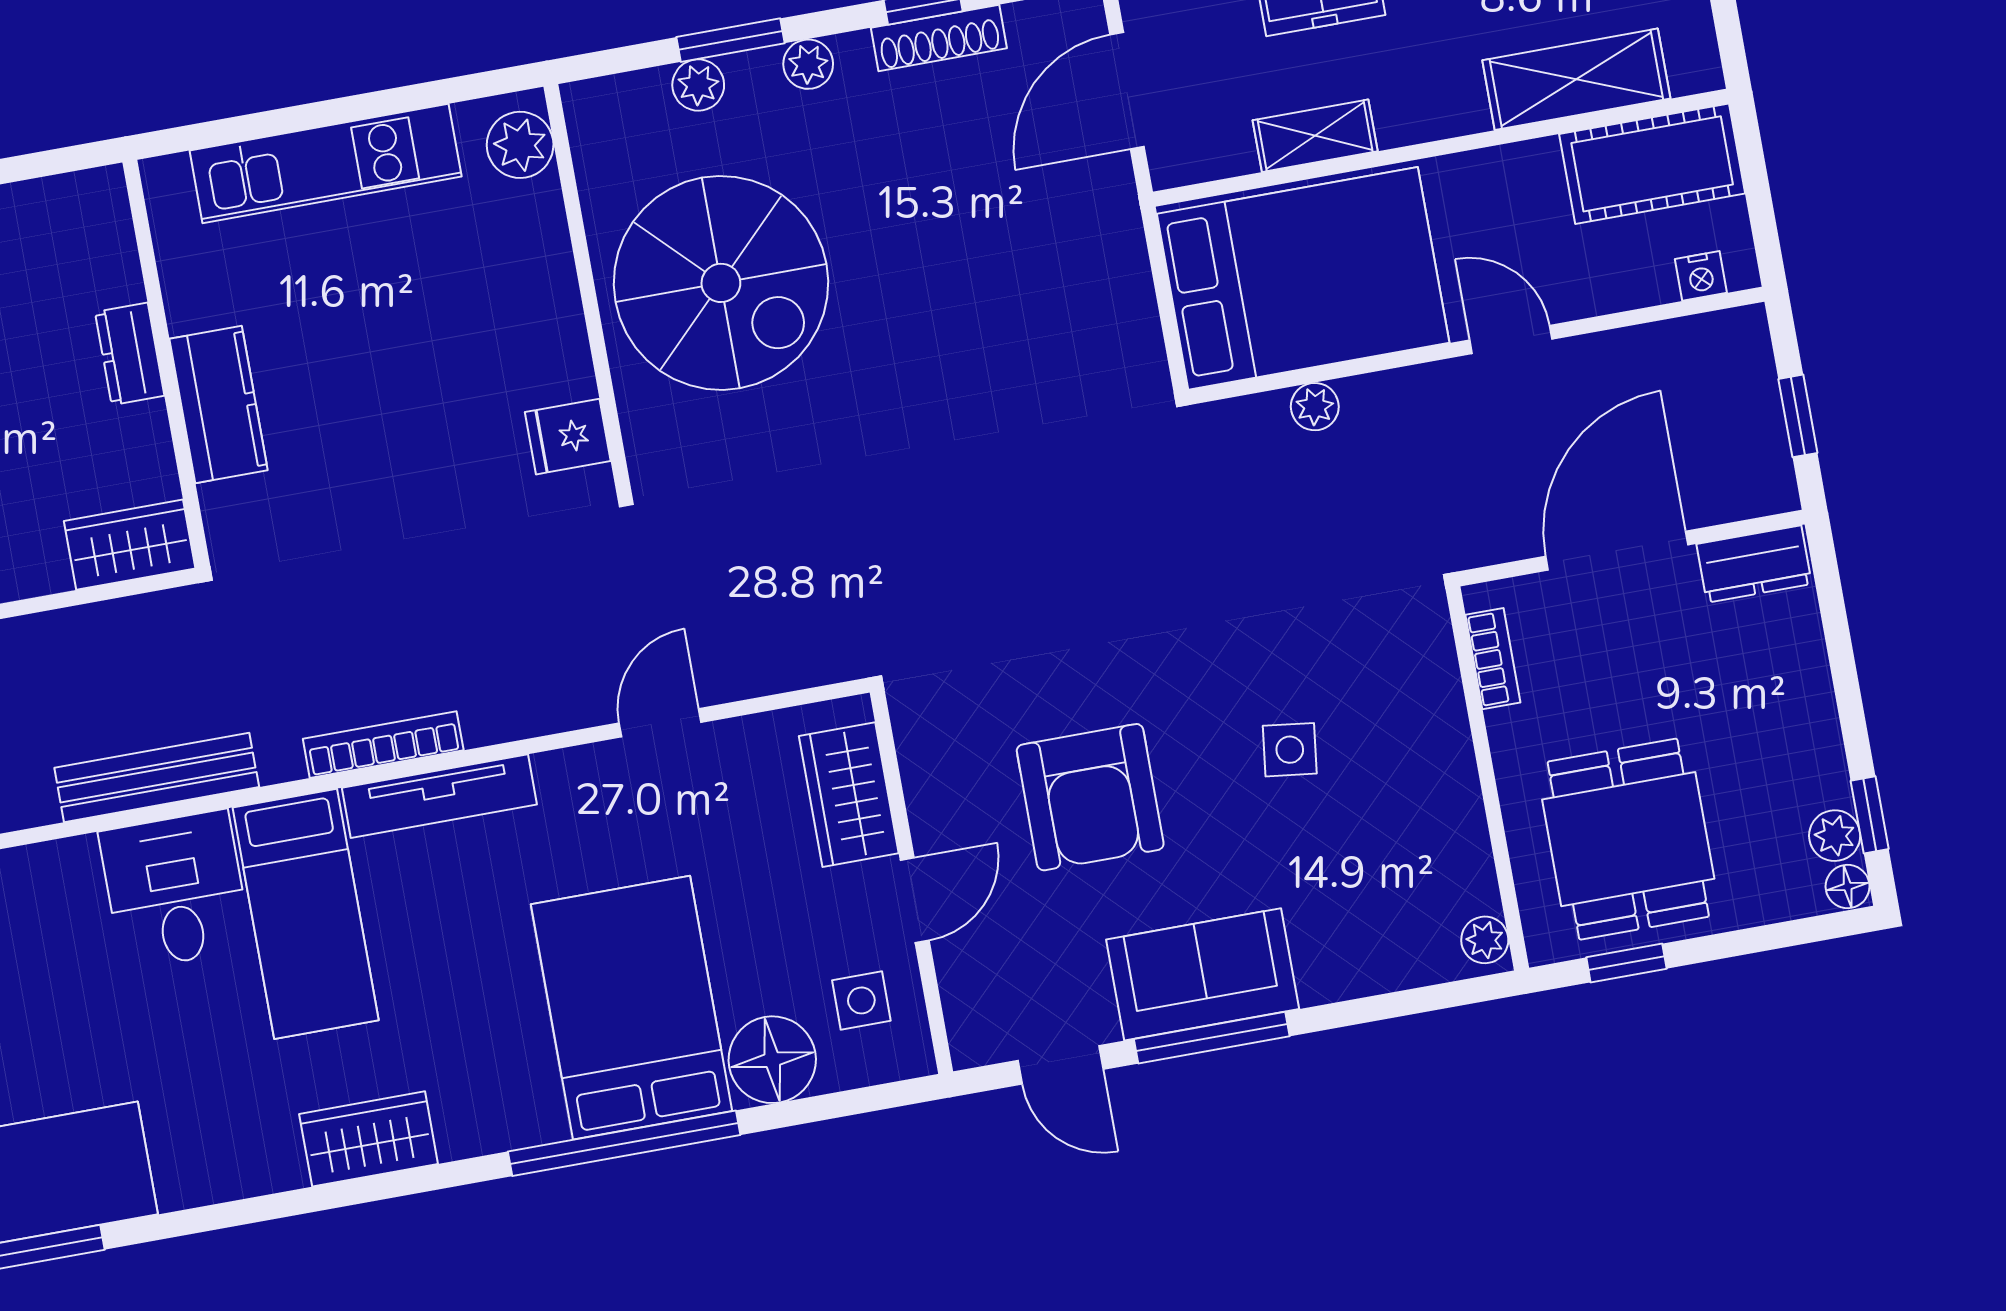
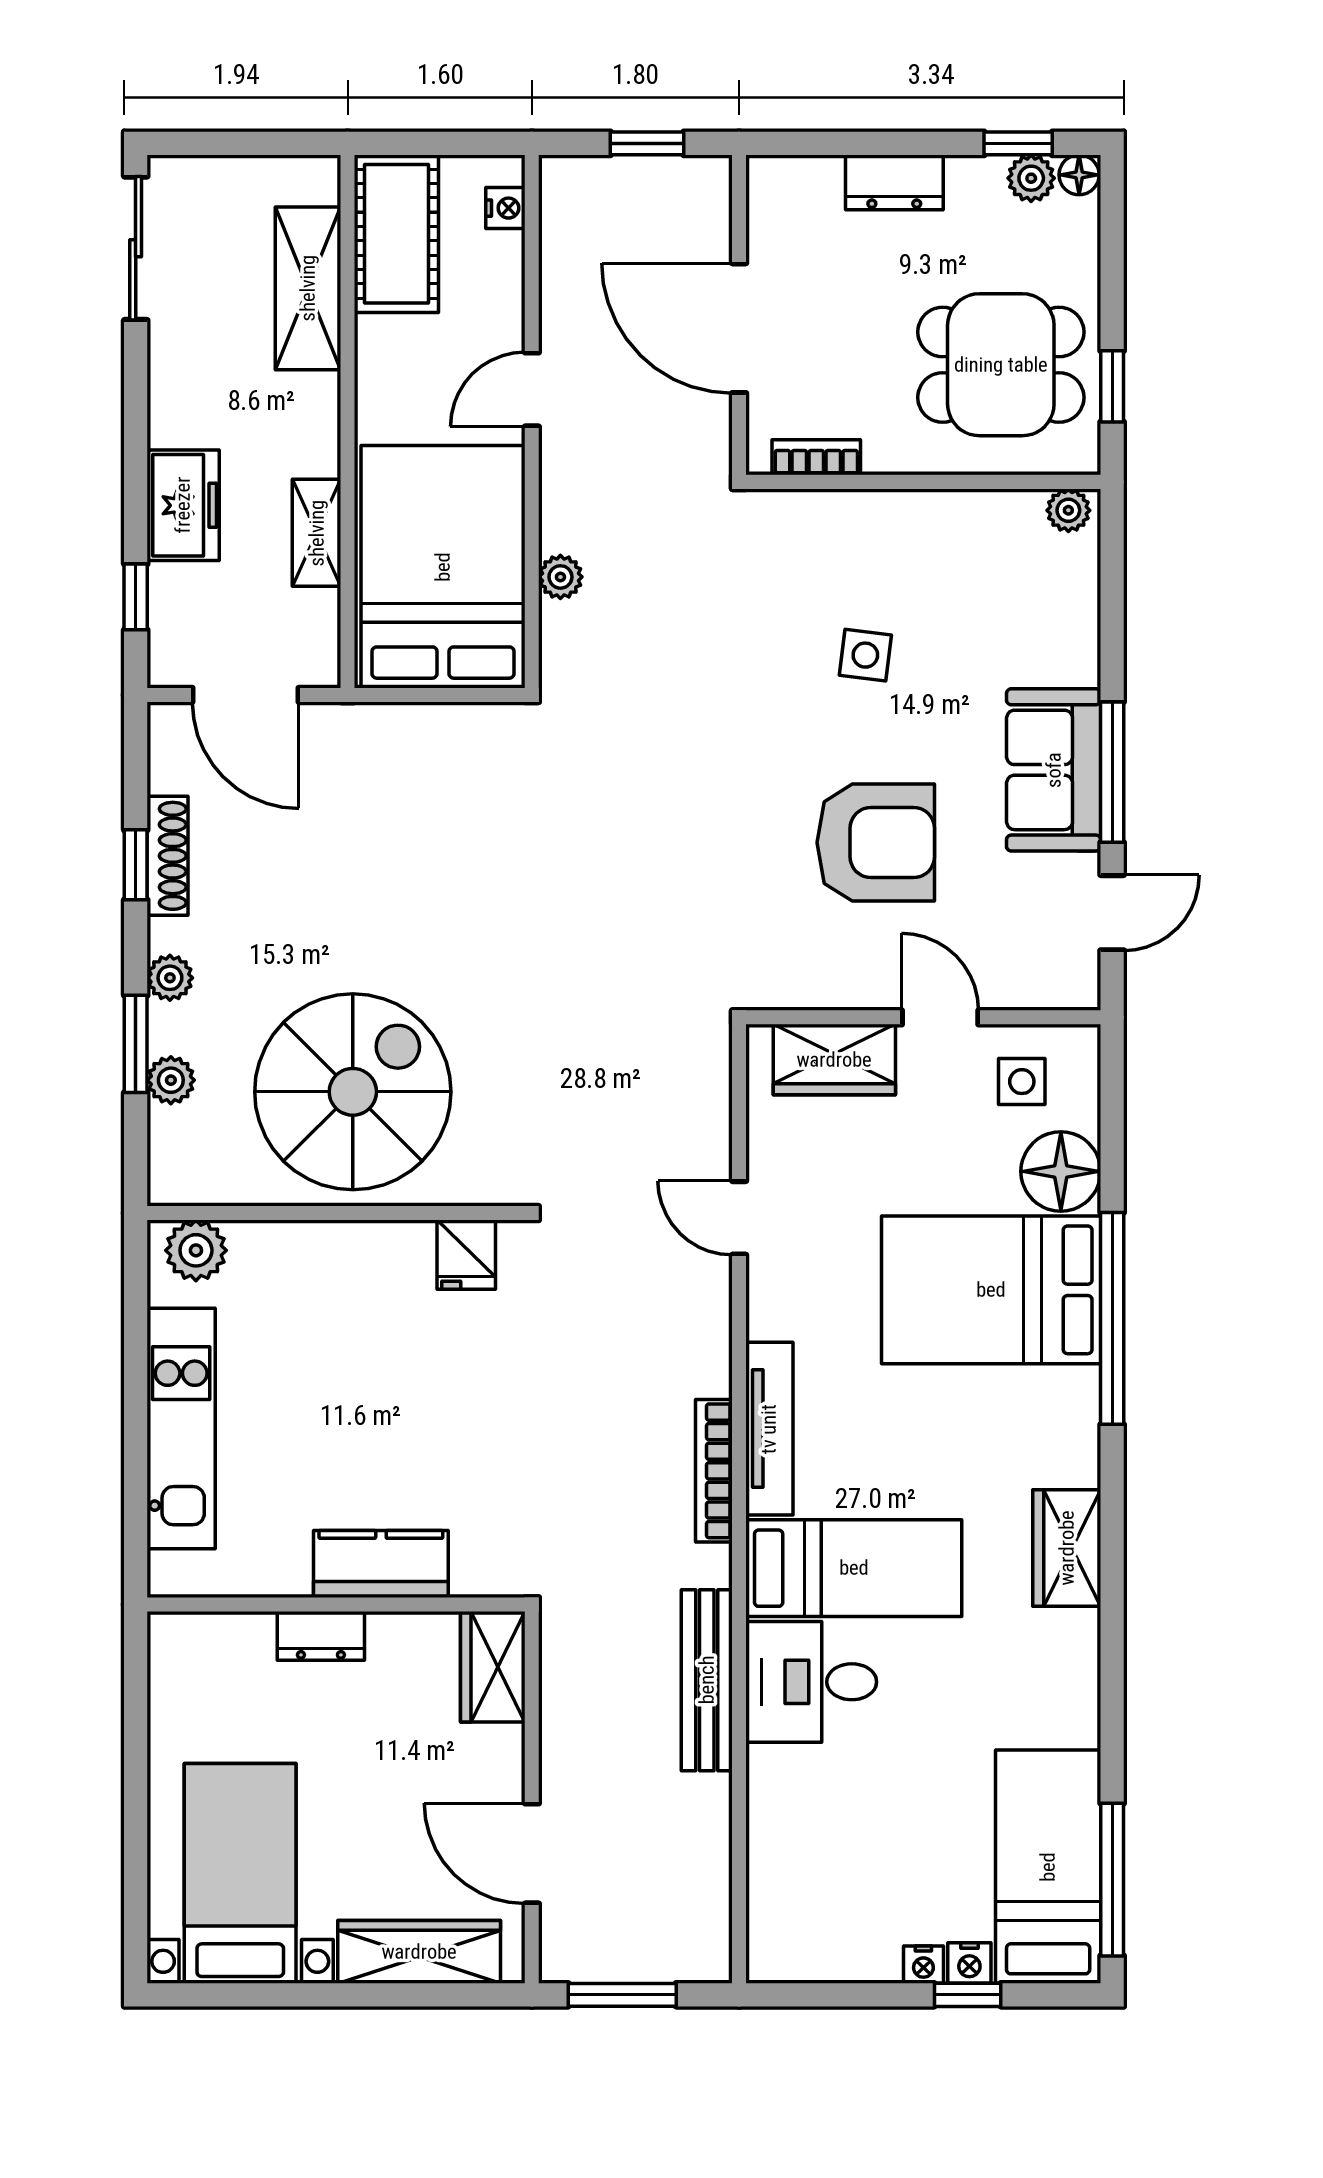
dresser: (1754, 564) -> (894, 182), moved, turned 90

